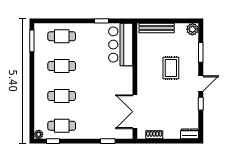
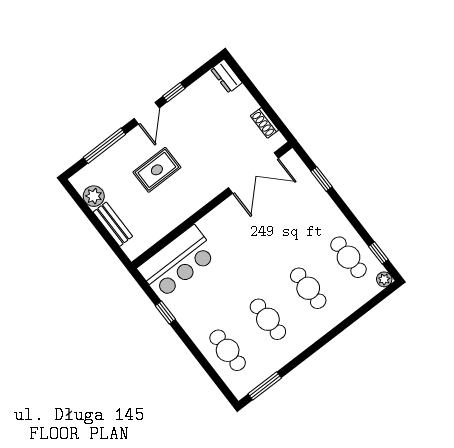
bench: (157, 28) -> (113, 224), width x0.73
plant: (192, 29) -> (94, 196), moved
window: (201, 52) -> (105, 146), width x1.44
door: (201, 84) -> (147, 113), swing flipped

